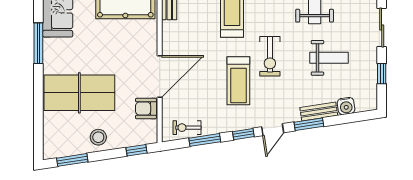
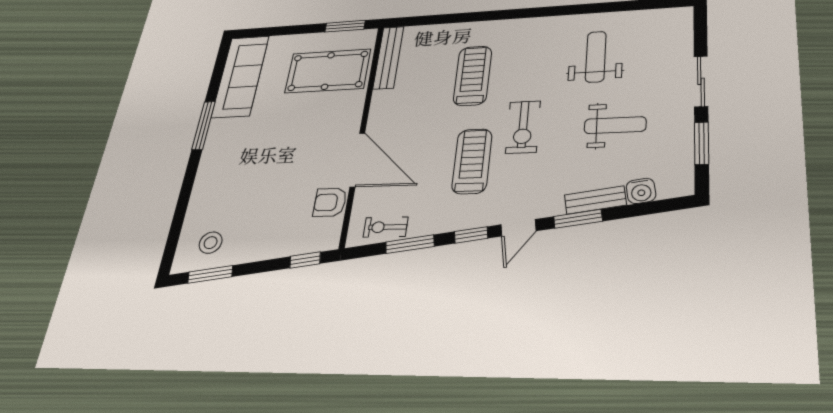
window: (382, 74) -> (702, 143), width x1.50
door: (160, 77) -> (357, 160), hinge flipped
treadmill: (238, 81) -> (472, 161), turned 180
table tennis table: (79, 93) -> (242, 184), removed
stool: (98, 137) -> (211, 243), moved

